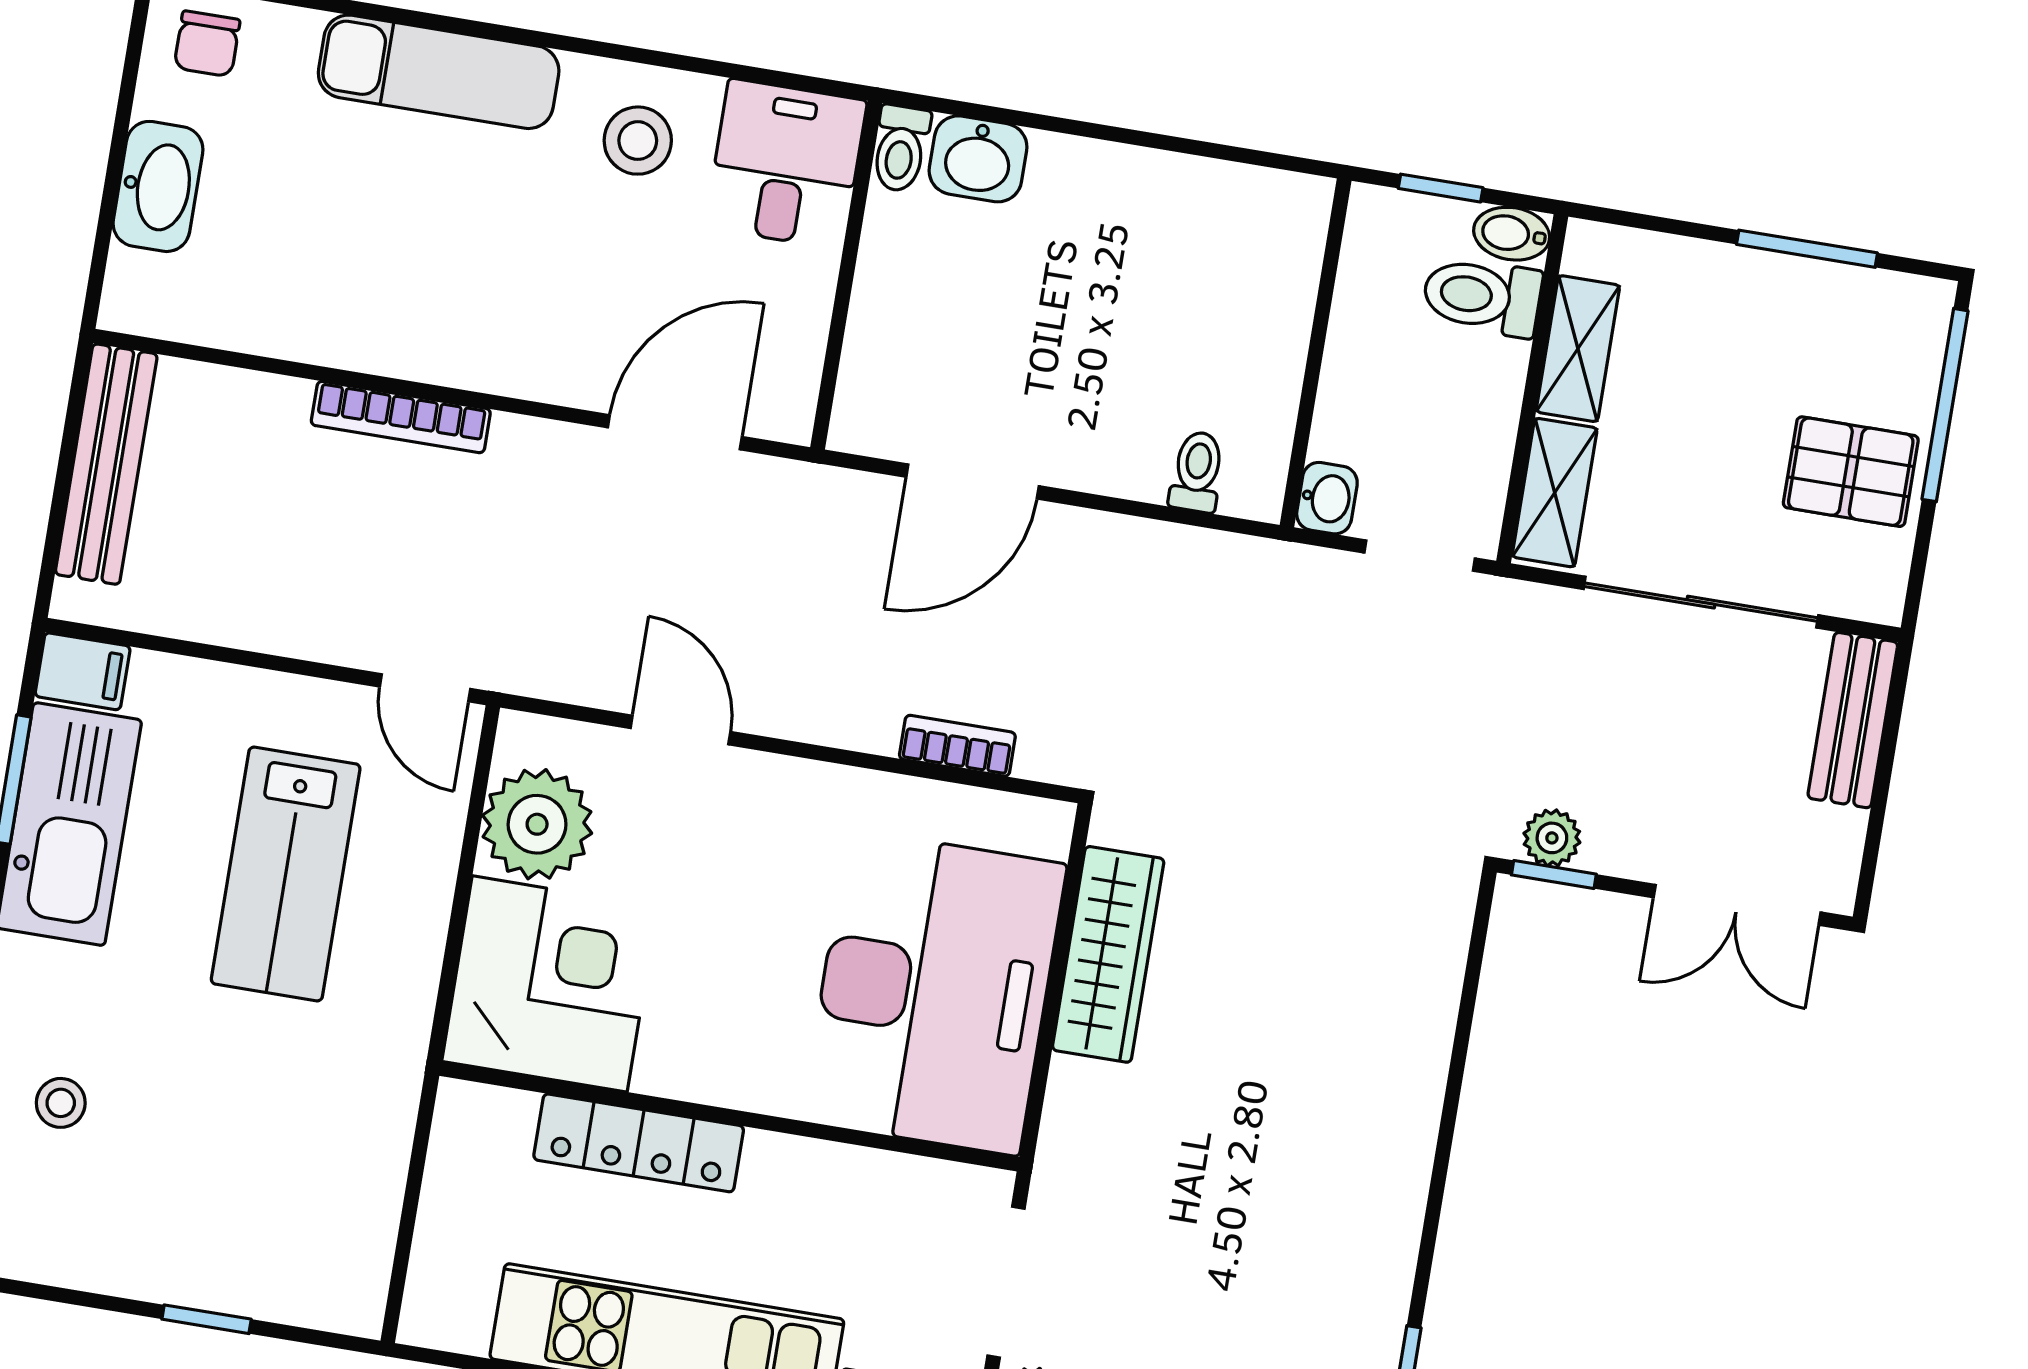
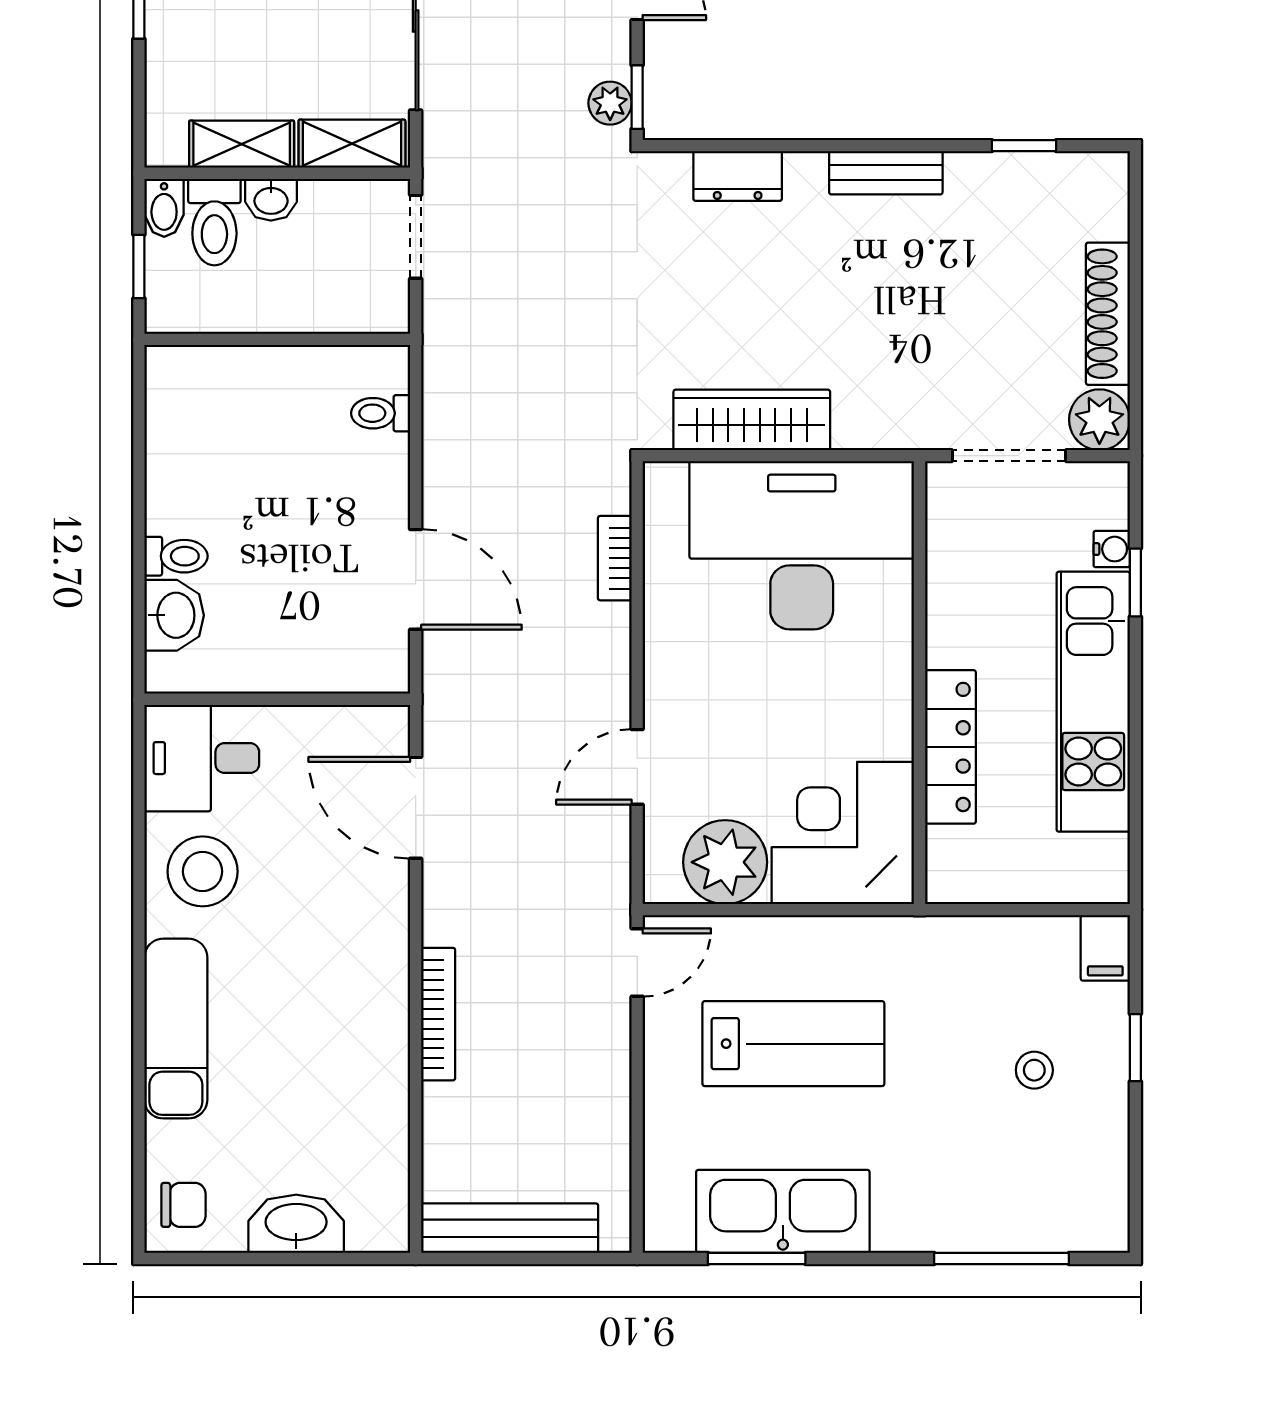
stool: (638, 141) -> (203, 871), width x1.38, depth x1.38
toilet: (901, 148) -> (176, 556), moved
washbasin: (1327, 498) -> (271, 200), moved, turned 180
filing cabinet: (83, 671) -> (1105, 948), moved, turned 180
dresser: (1429, 989) -> (738, 176), added
stool: (61, 1103) -> (1034, 1070), moved
bench: (1401, 1183) -> (886, 173), added

